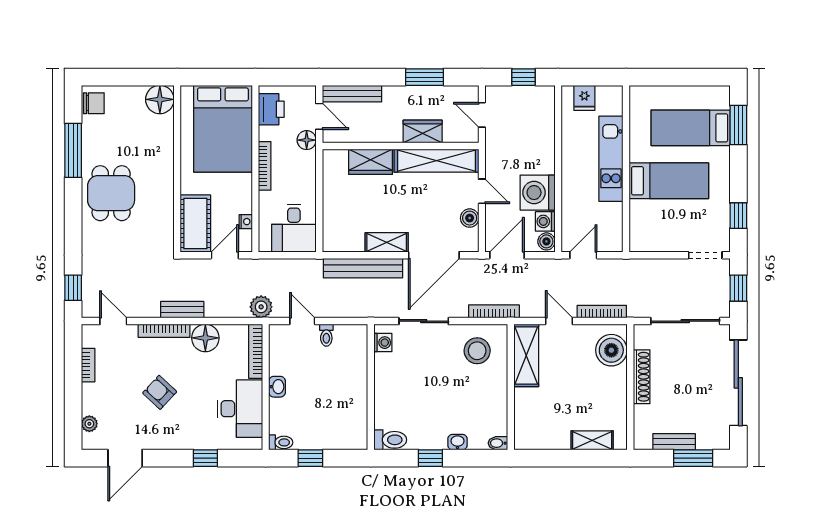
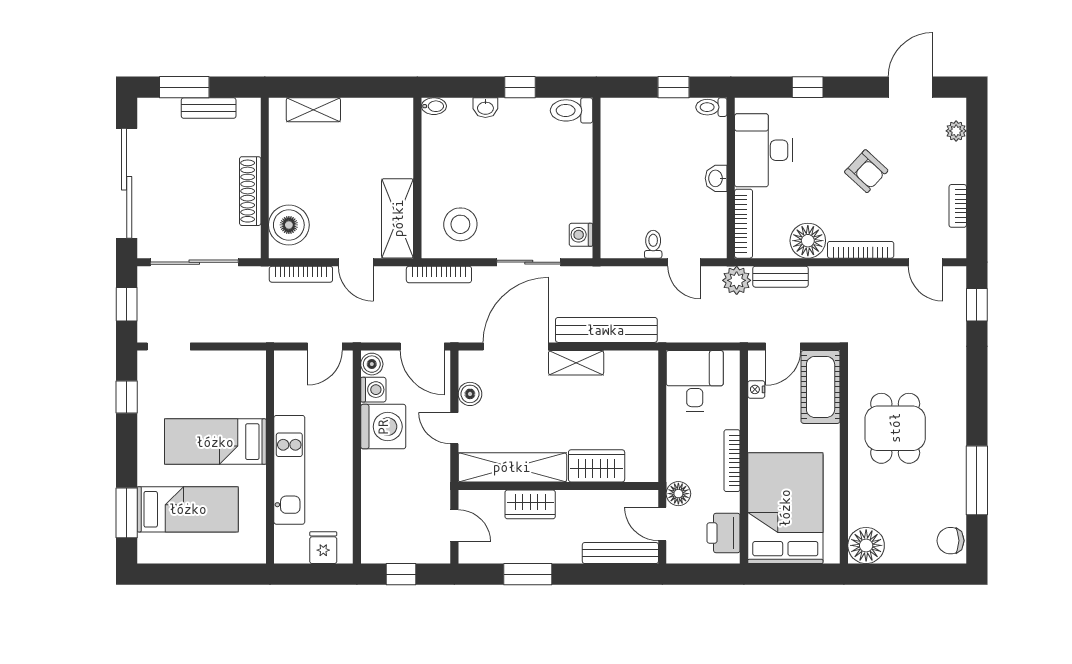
dining table: (111, 193) -> (895, 428), moved
door: (507, 255) -> (422, 346), hinge flipped
bench: (182, 310) -> (781, 277), moved

